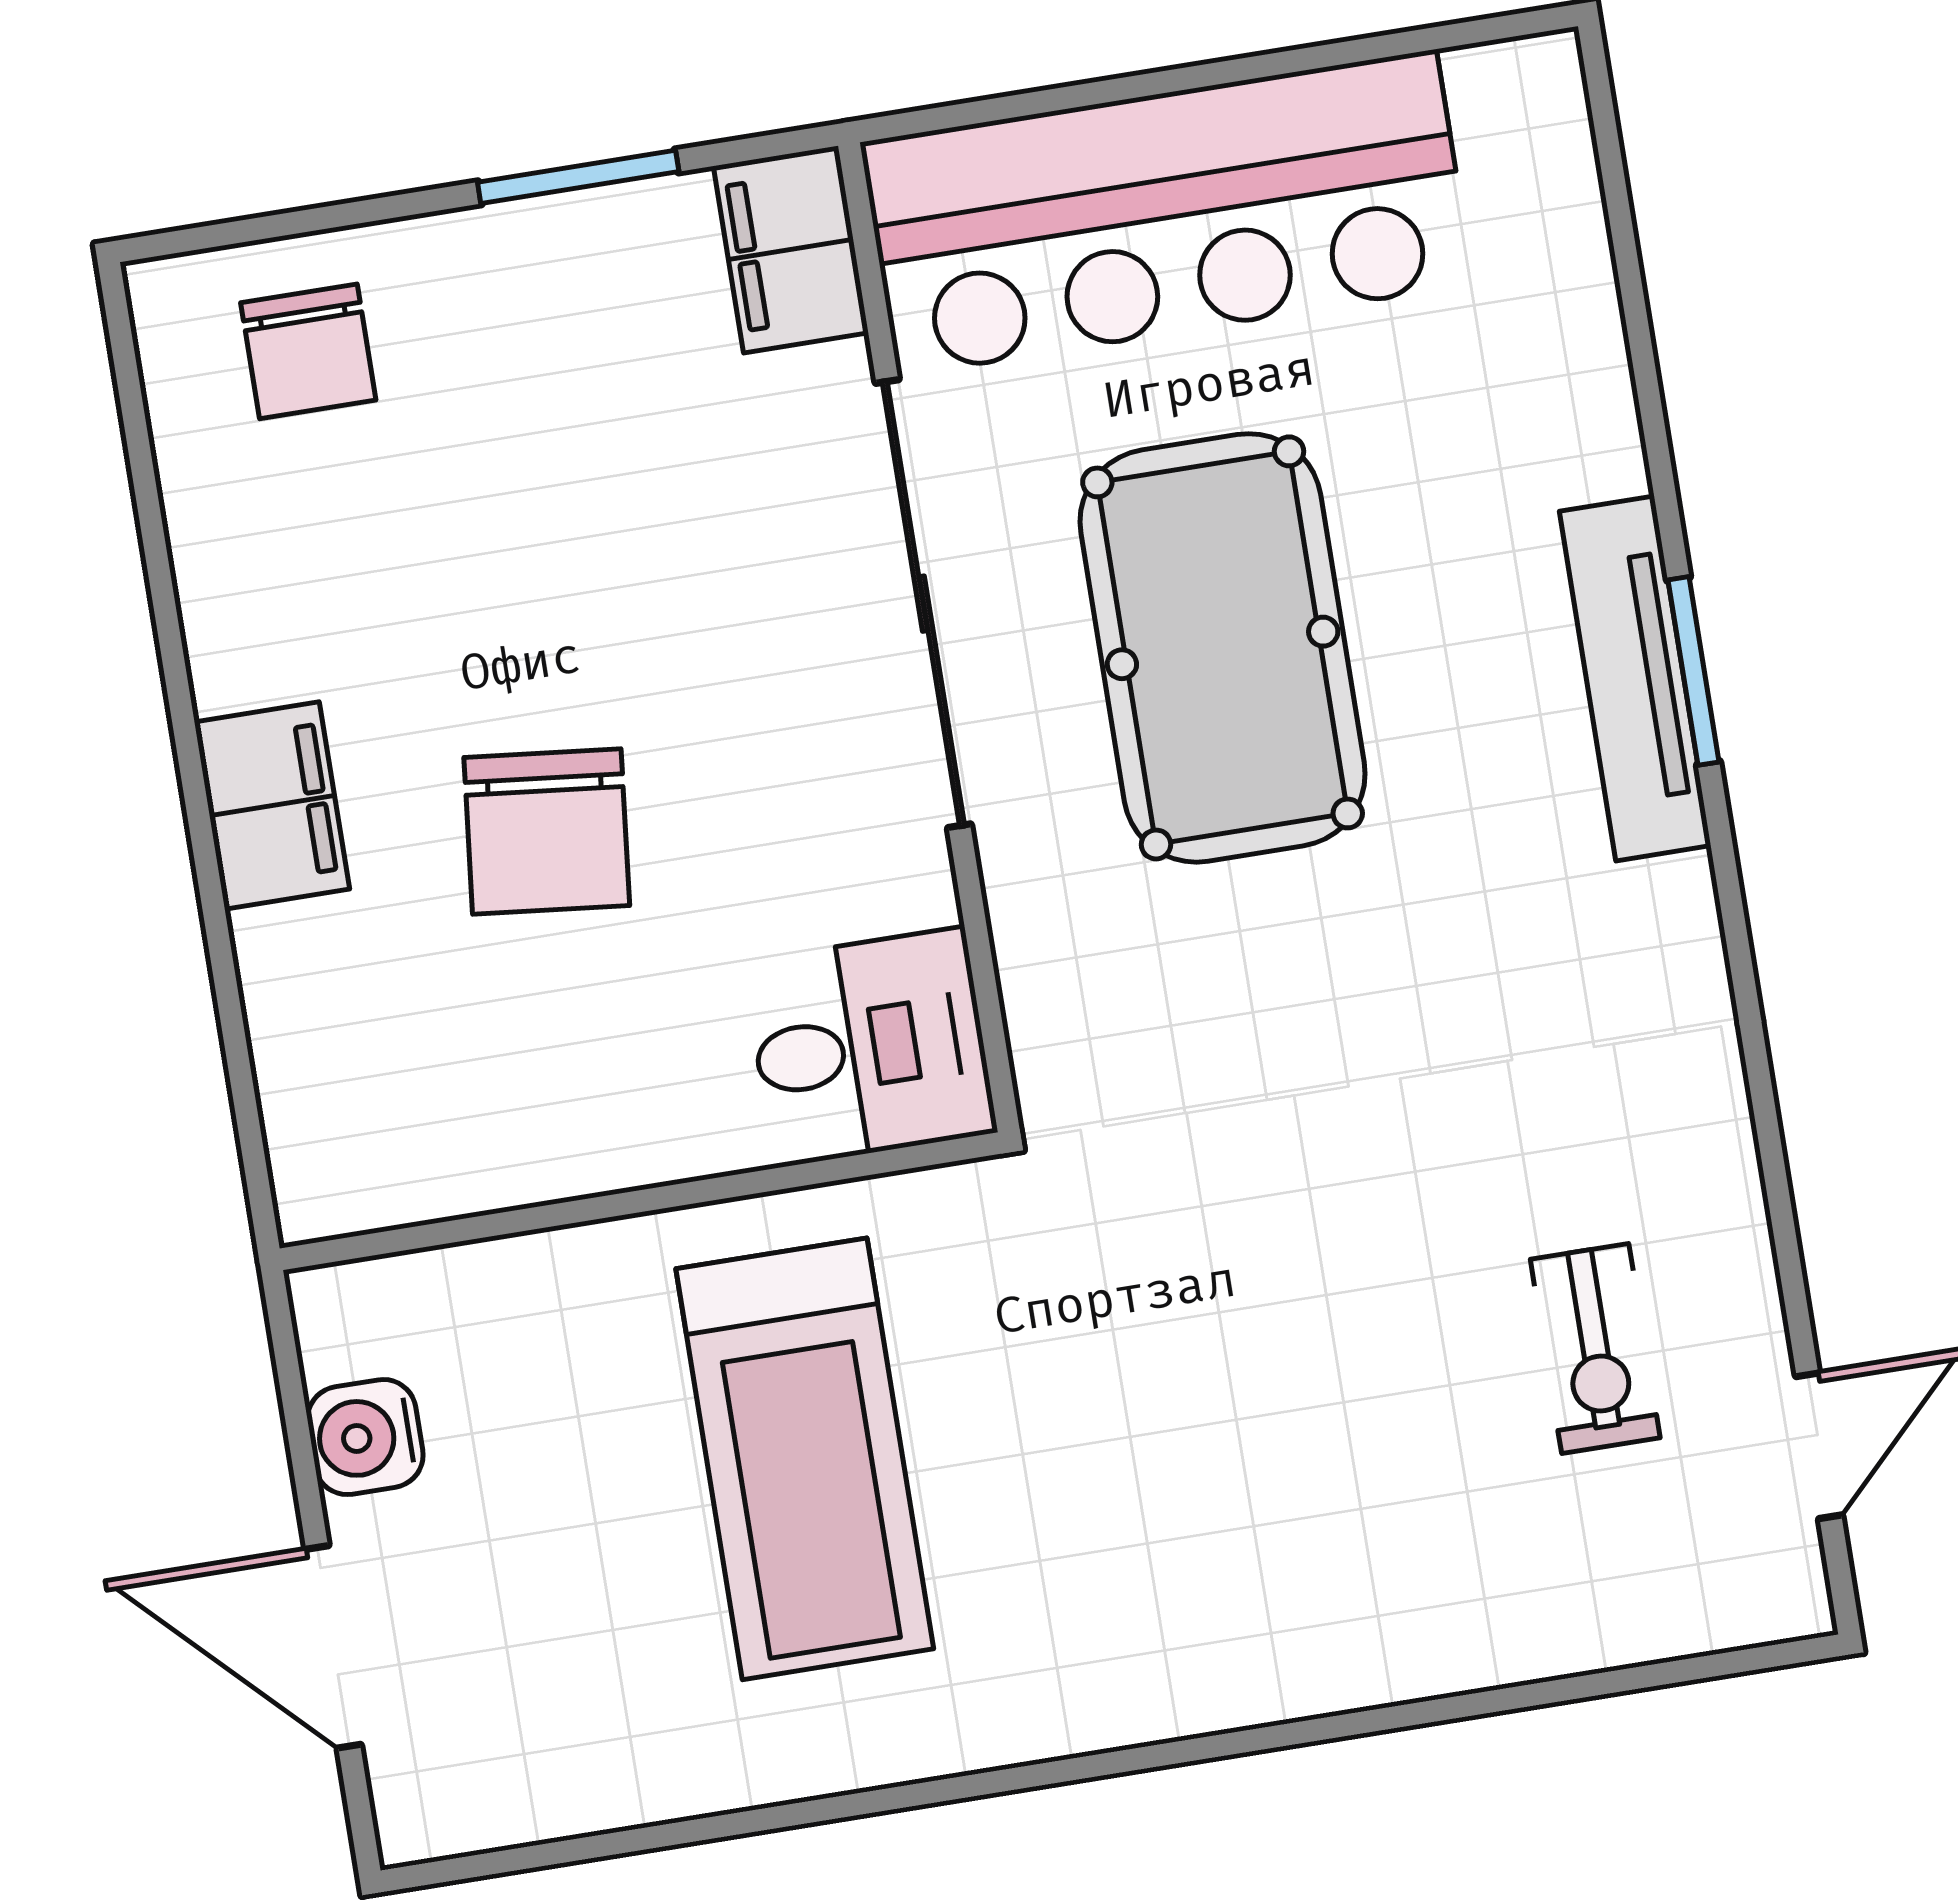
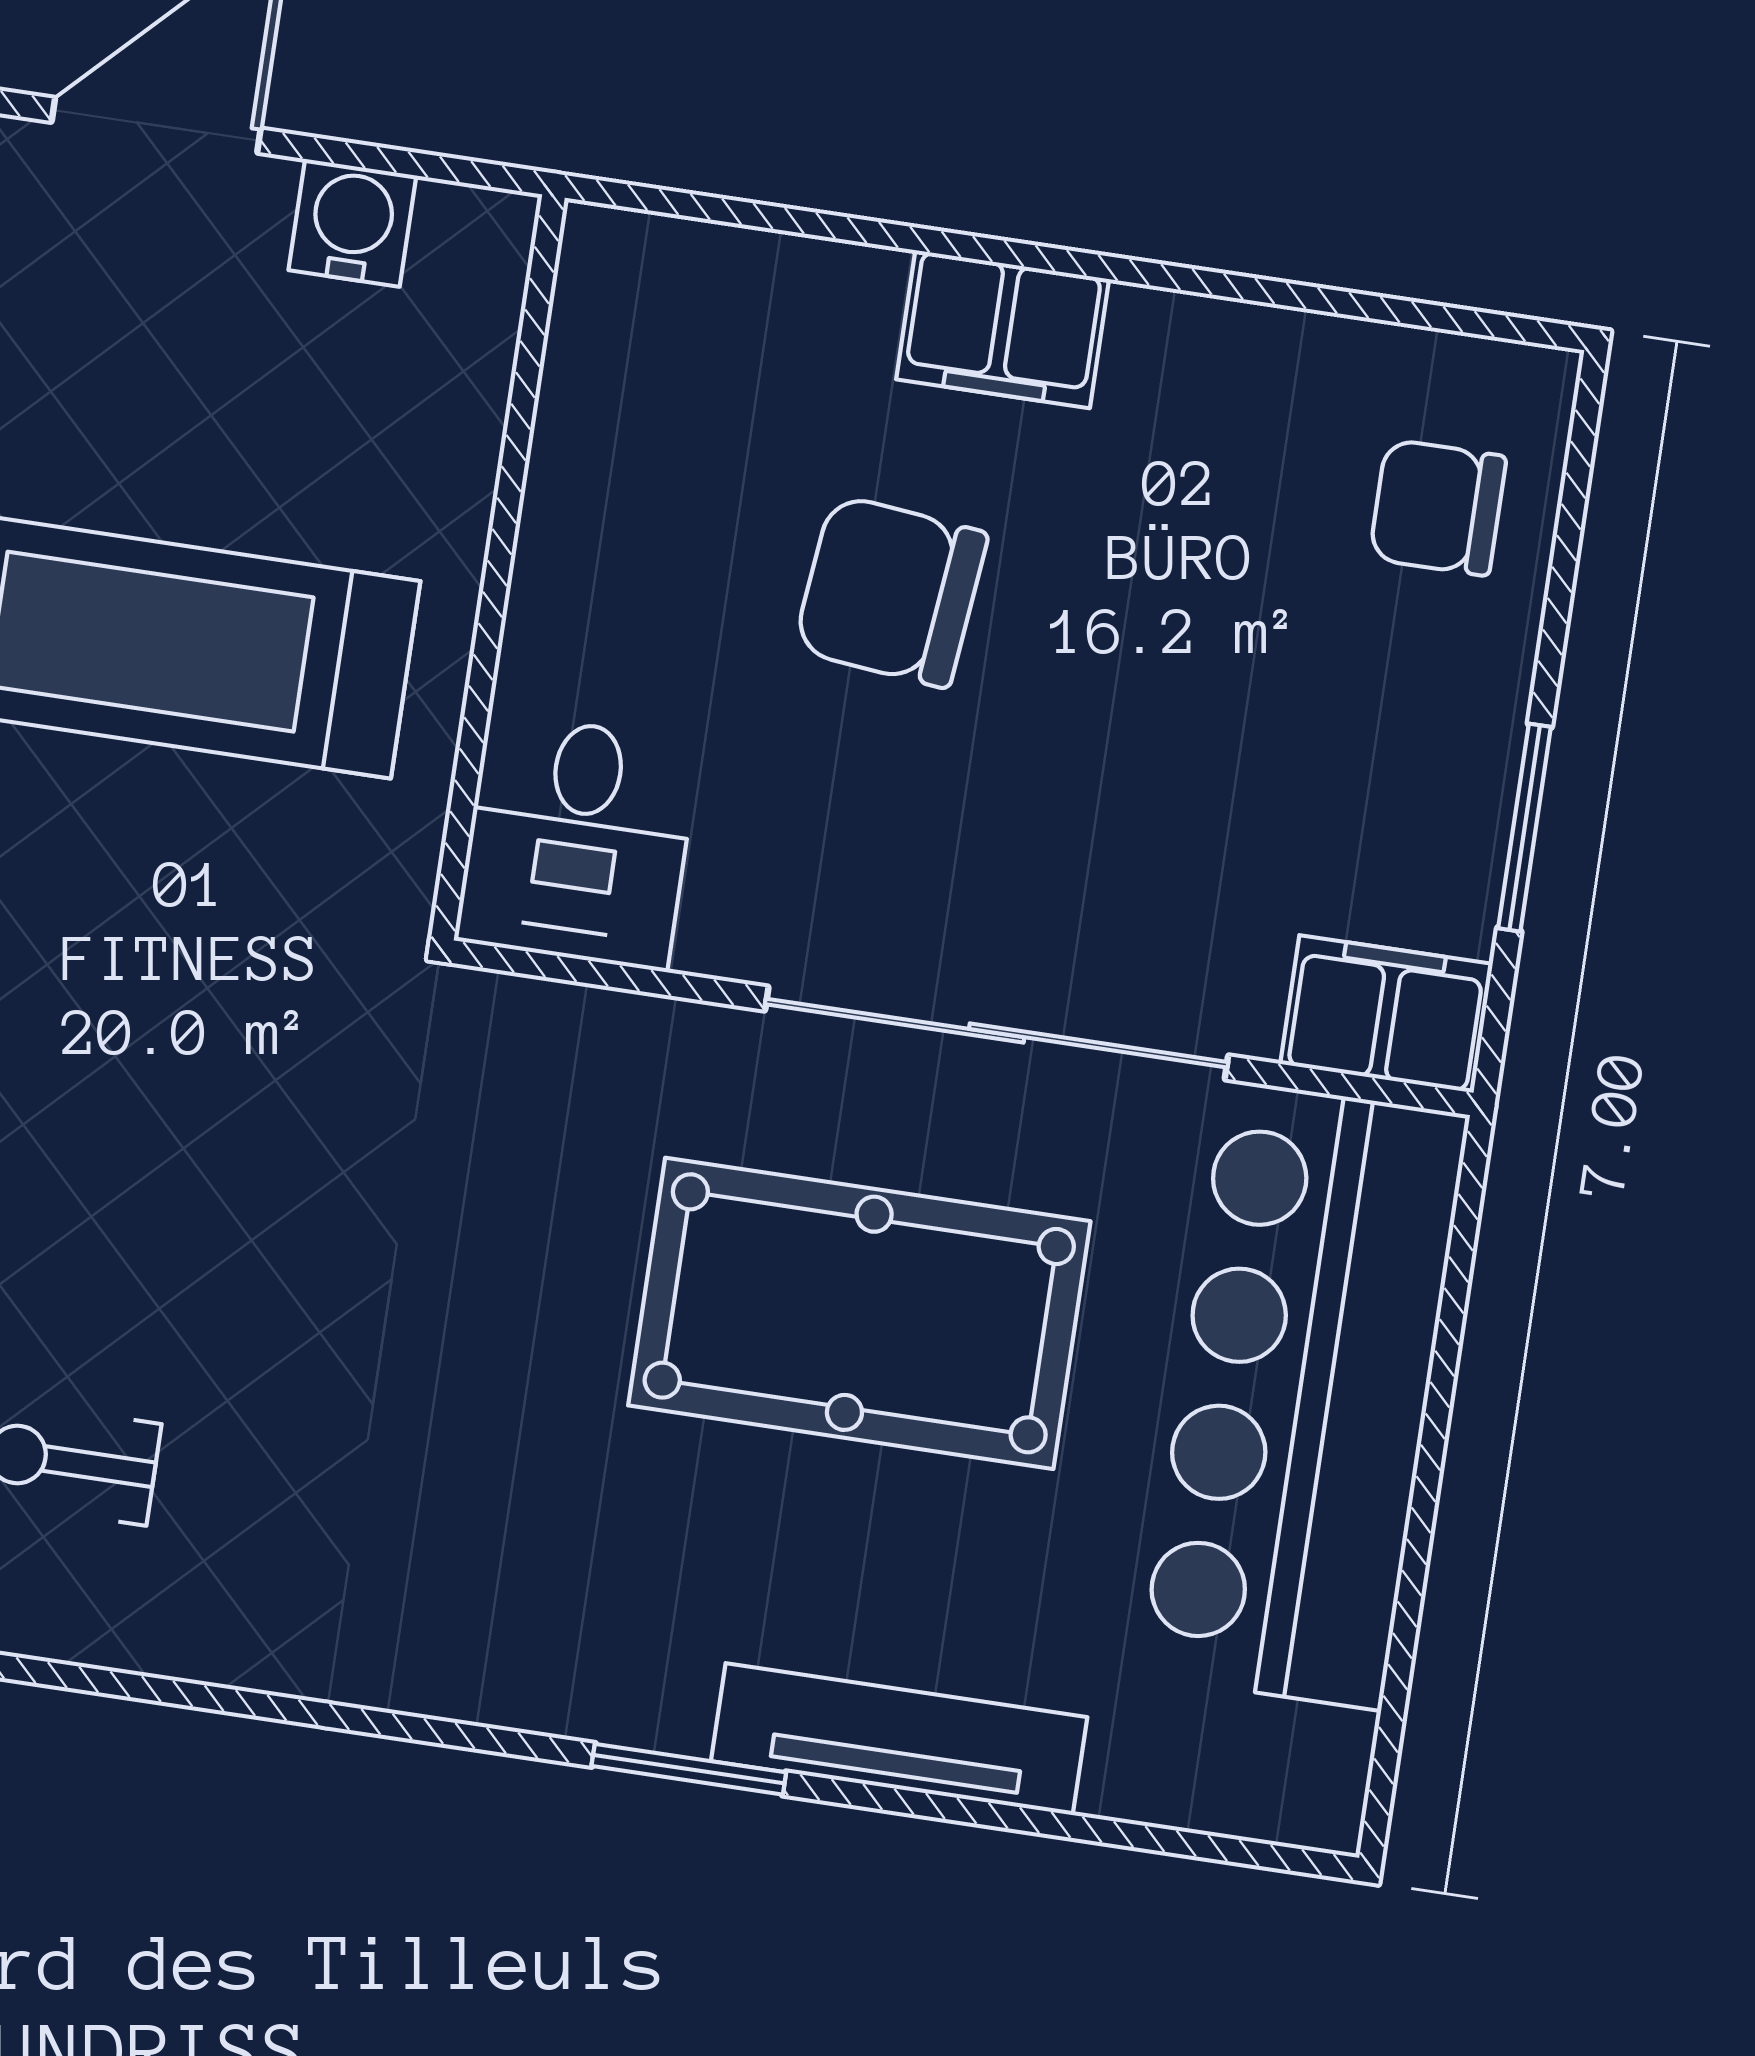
tv unit: (1635, 678) -> (899, 1739), moved

